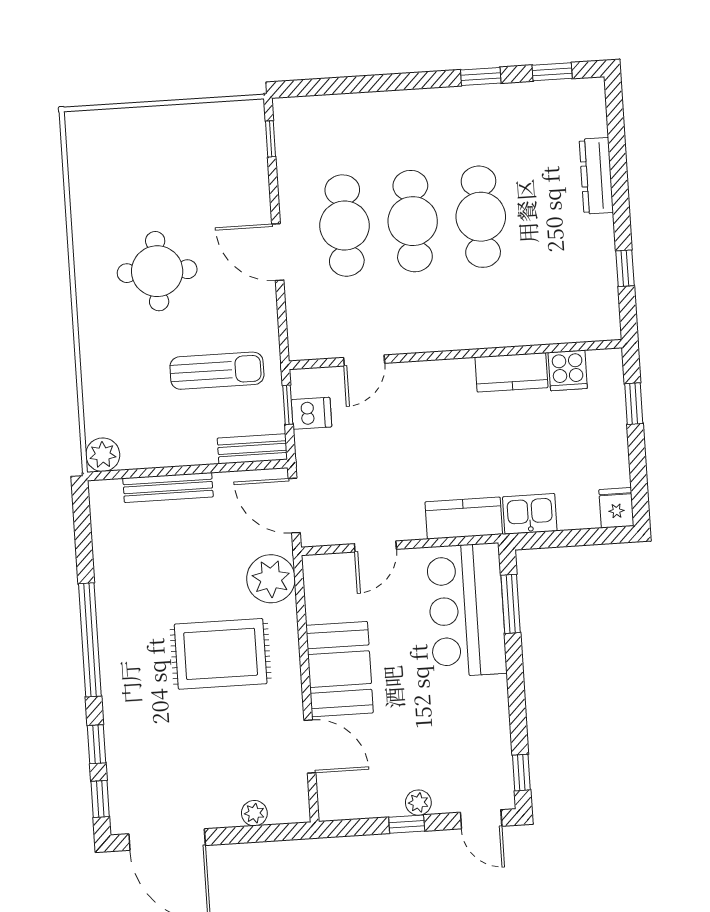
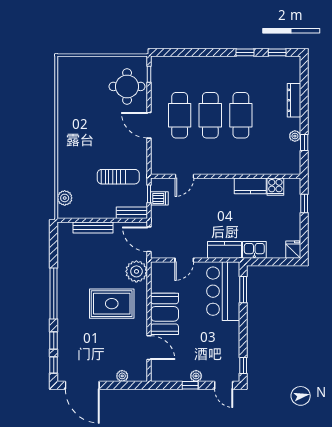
plant: (604, 255) -> (295, 136), added
round table: (157, 271) -> (127, 86), moved
plant: (103, 455) -> (65, 198), moved

